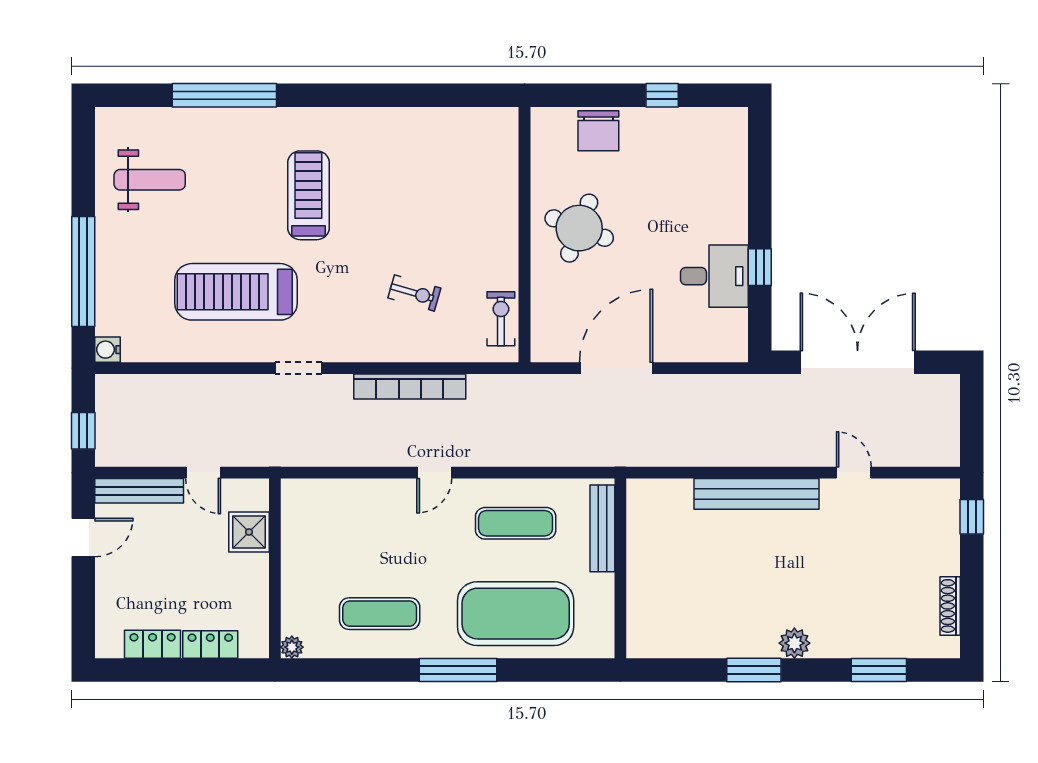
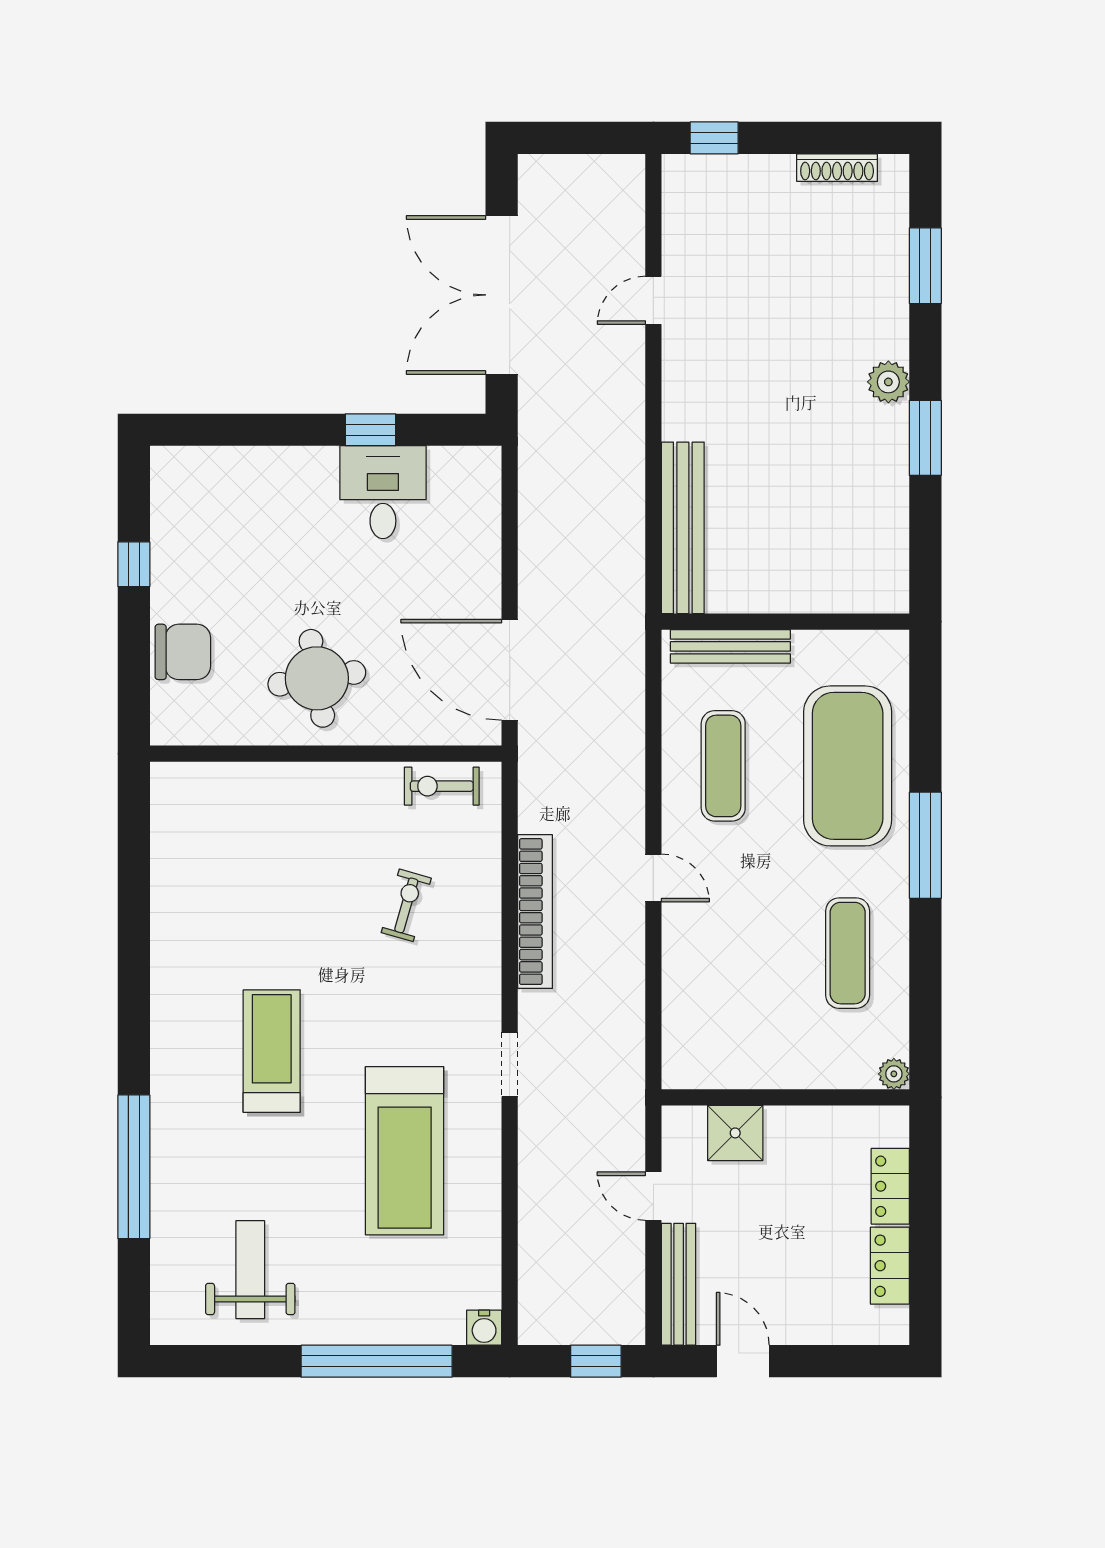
treadmill: (308, 195) -> (272, 1051), turned 90
round table: (579, 228) -> (317, 678), turned -30
door: (616, 368) -> (510, 670), moved
door: (203, 473) -> (653, 1196), swing flipped
bench: (756, 494) -> (683, 528), moved

